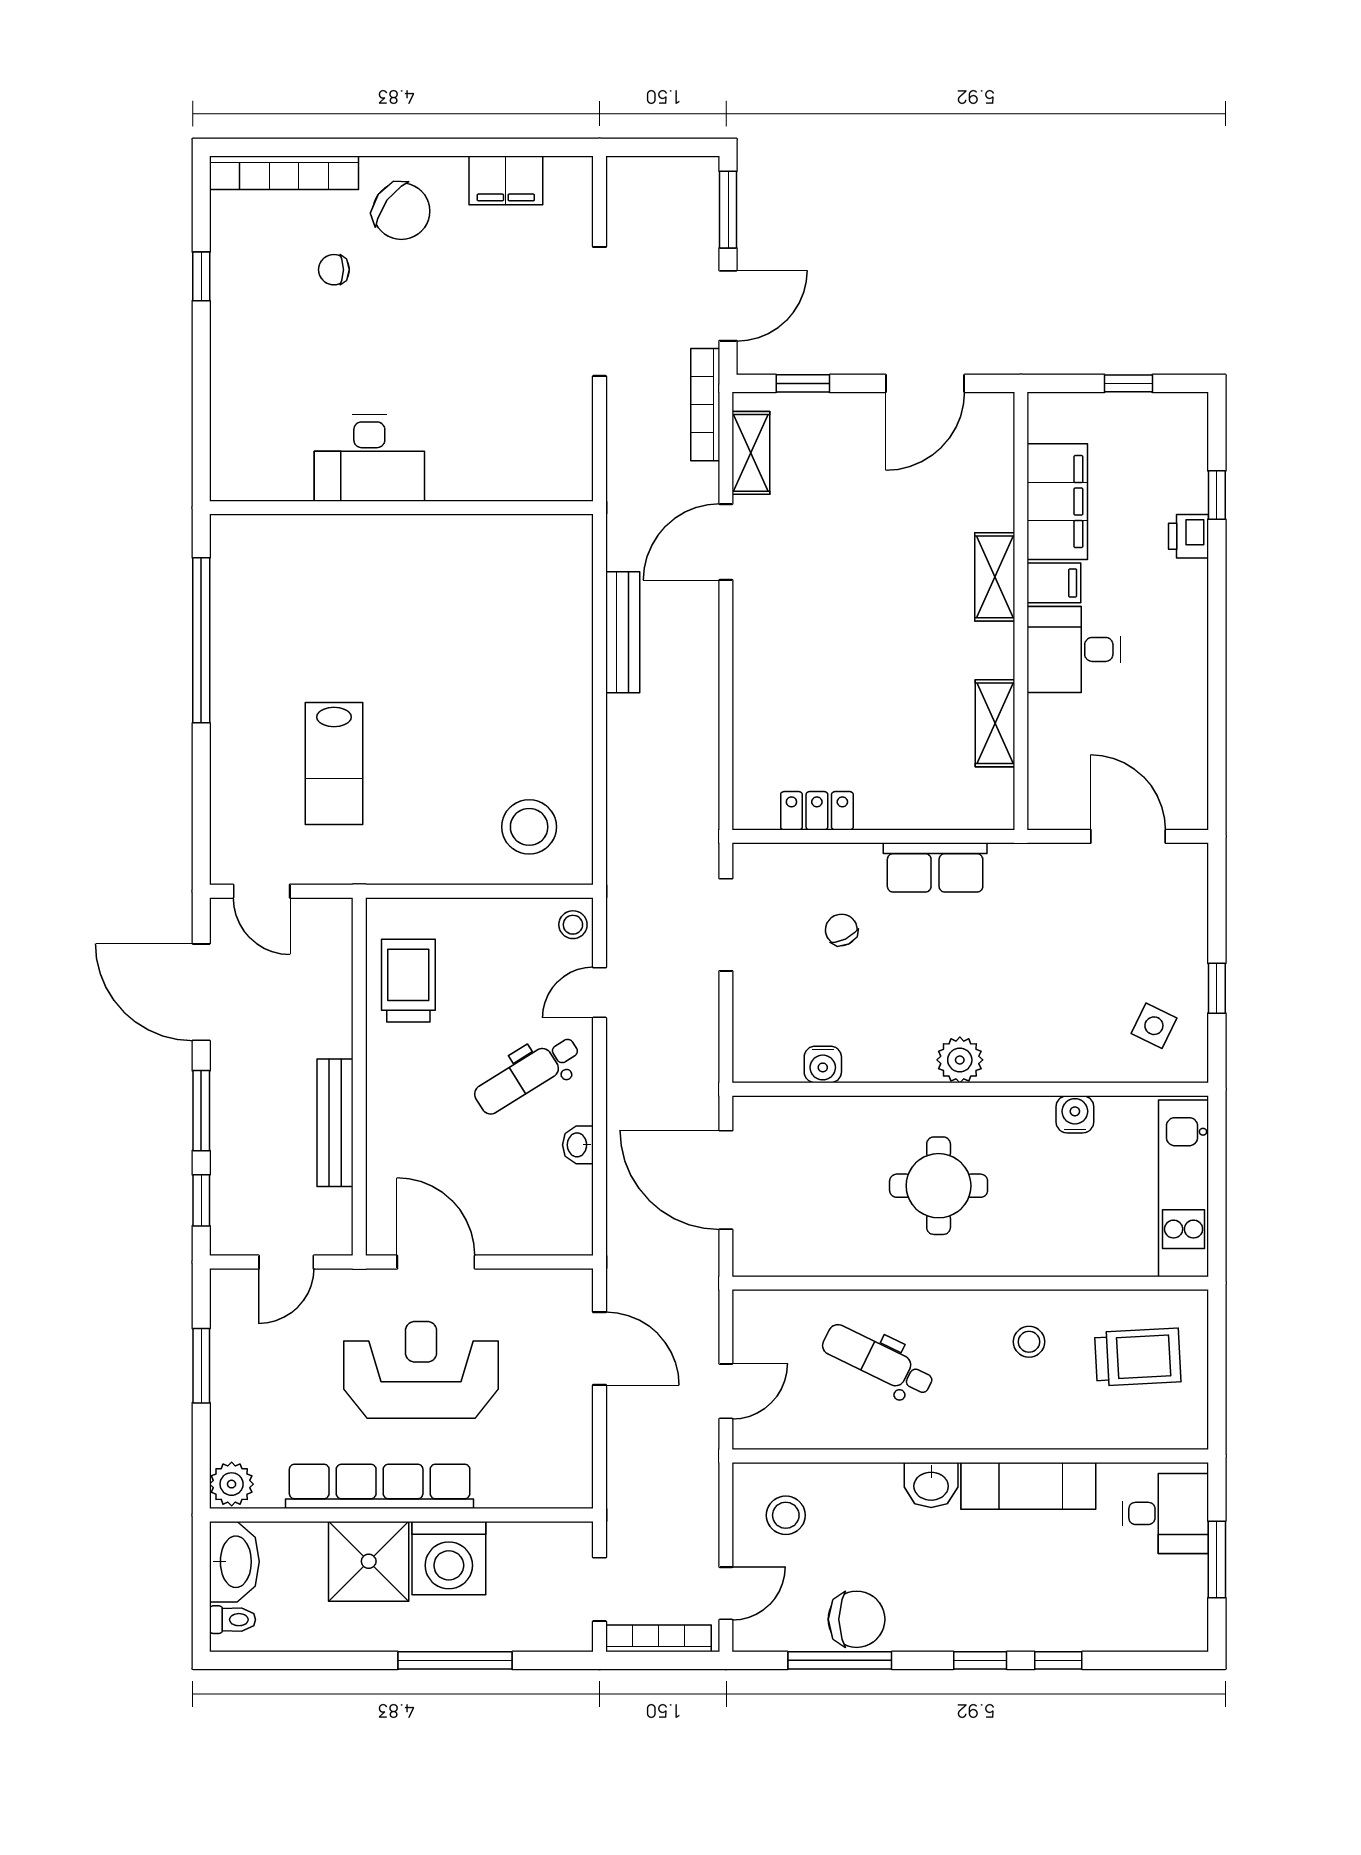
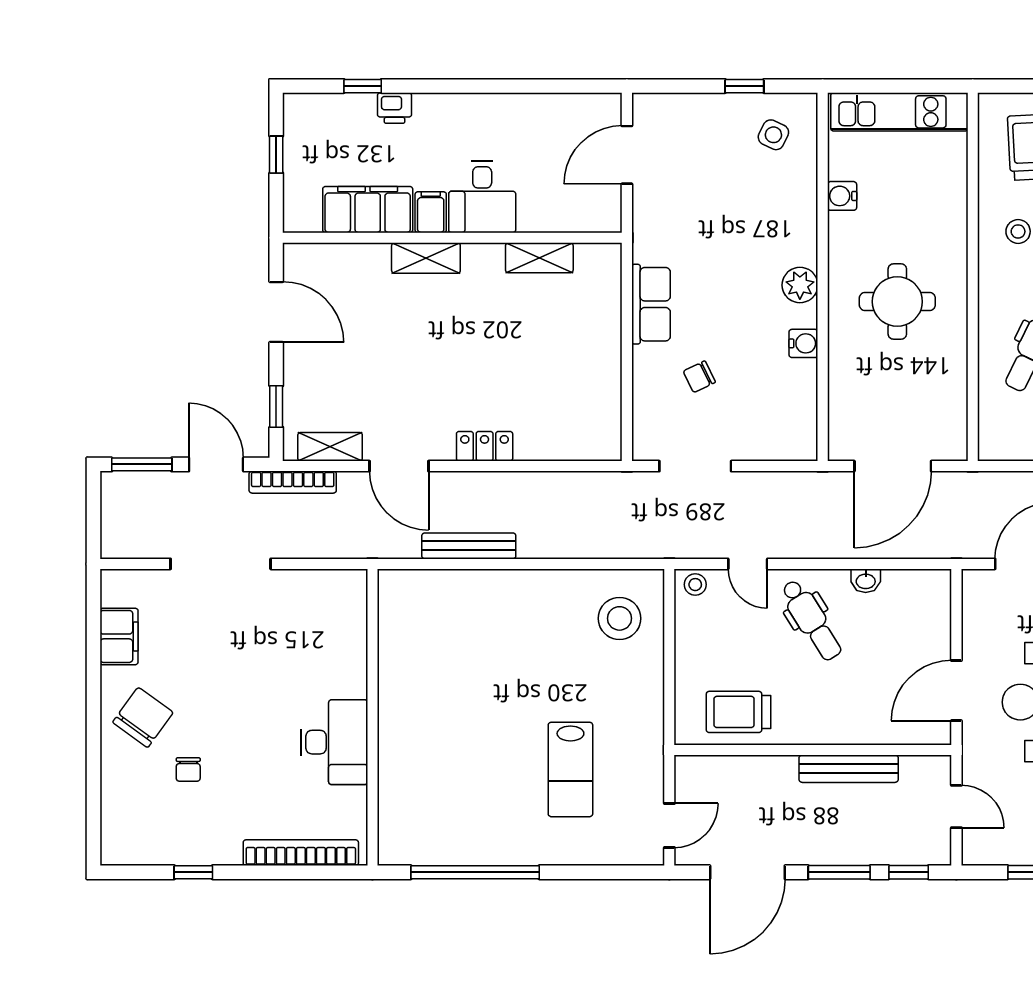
bookcase: (284, 173) -> (301, 853), moved, turned -90
lab bench: (334, 763) -> (570, 769), turned 90
locker: (817, 811) -> (485, 446), moved, turned 90
water cooler: (823, 1064) -> (803, 343), moved

